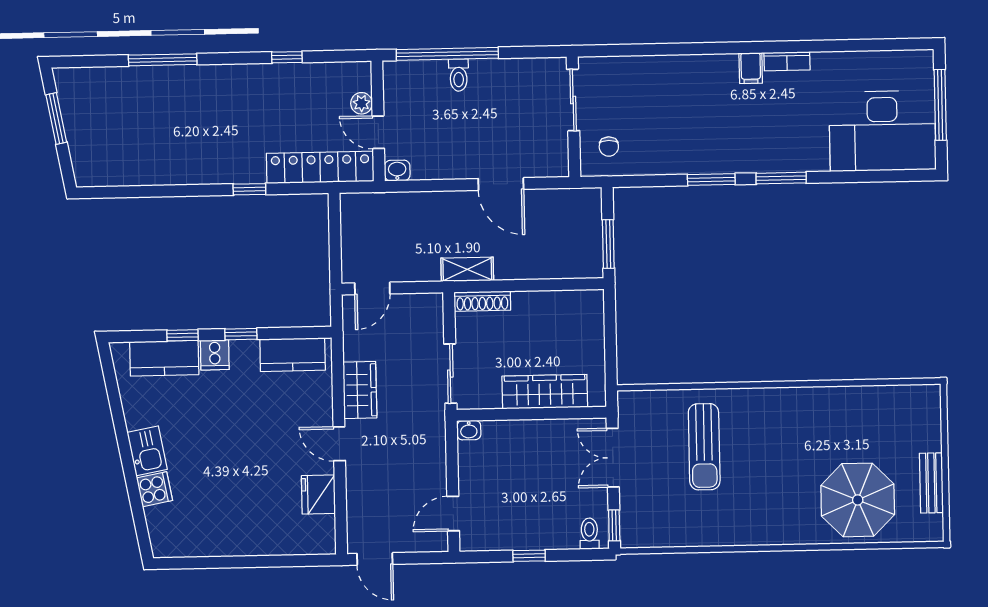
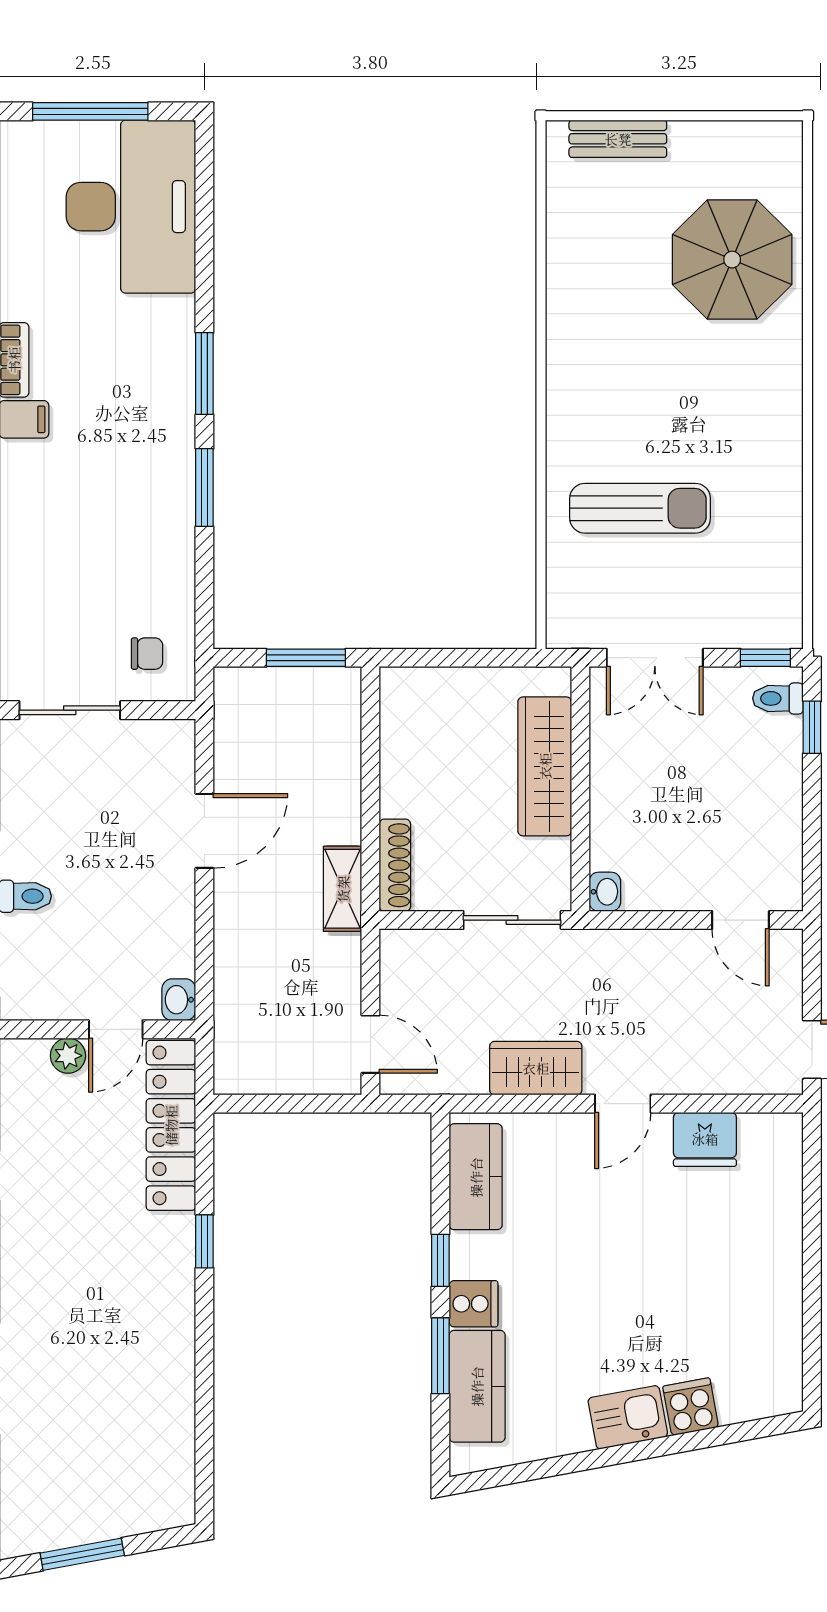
window: (182, 335) -> (440, 1356), width x1.50
bench: (931, 483) -> (618, 139), moved
window: (529, 556) -> (812, 727), moved

